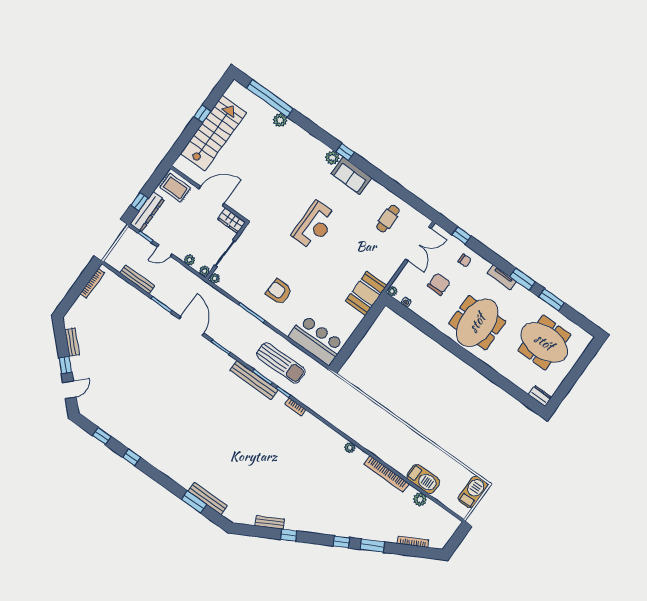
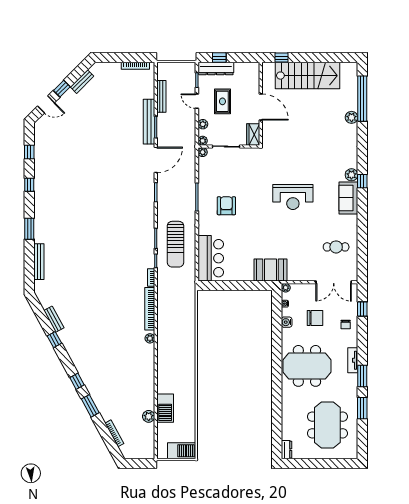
window: (202, 114) -> (282, 58), moved
rug: (175, 188) -> (222, 101), moved
water cooler: (424, 313) -> (287, 322), added
bench: (254, 380) -> (149, 122), moved
bookcase: (386, 474) -> (150, 309), moved
window: (194, 502) -> (29, 229), moved

